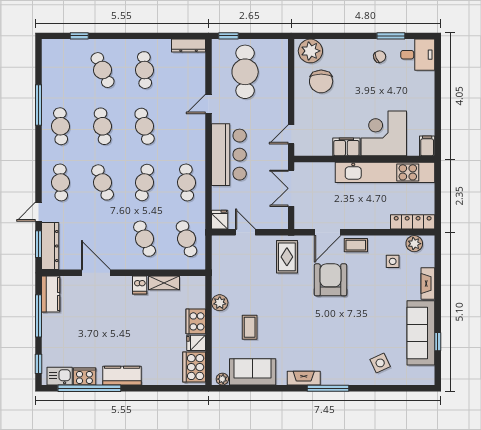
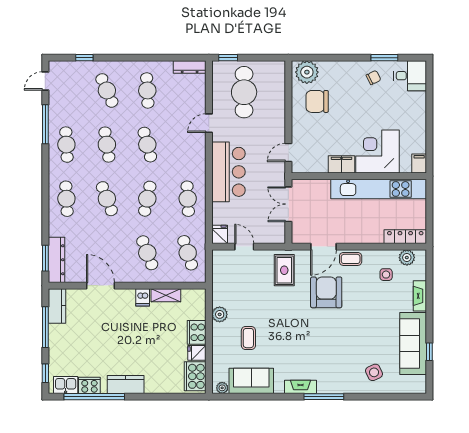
chair: (321, 81) -> (317, 101), turned 90
door: (39, 212) -> (45, 81), moved

